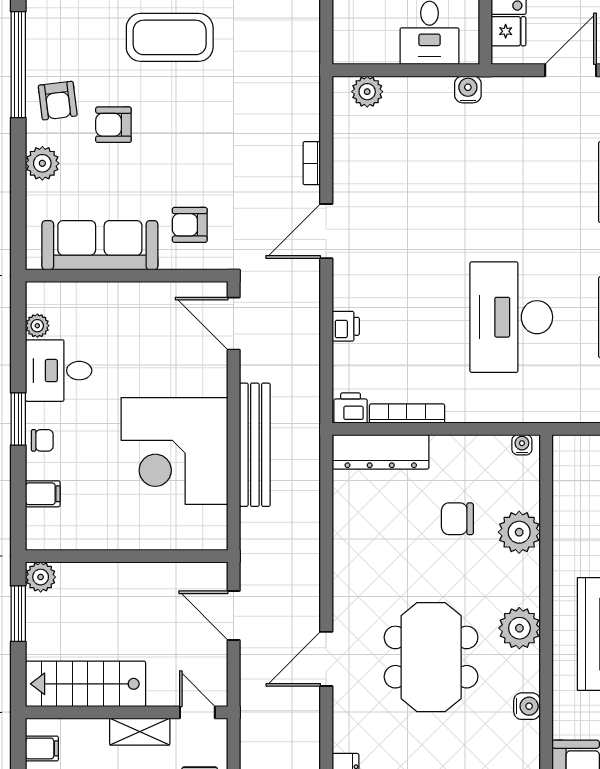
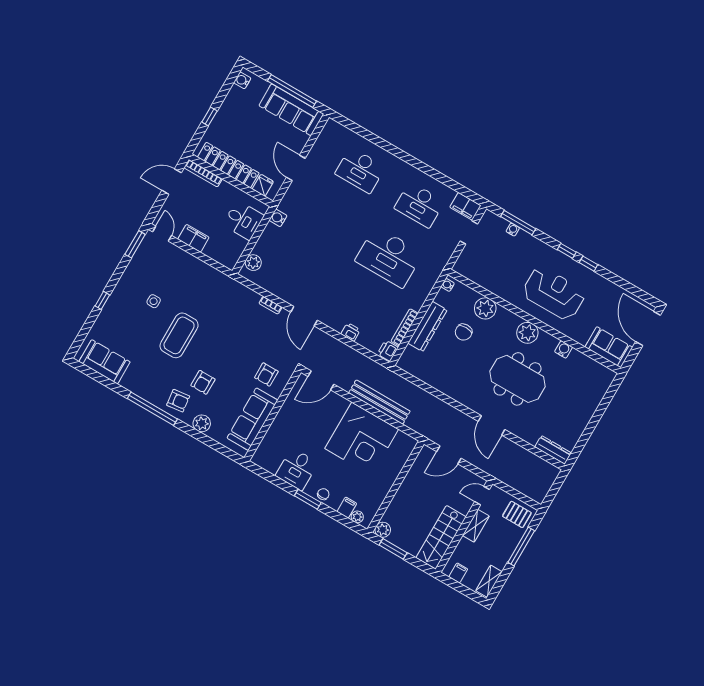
plant: (37, 326) -> (357, 517), moved
dresser: (381, 452) -> (428, 327), moved

